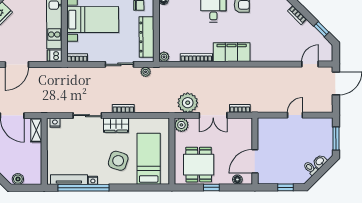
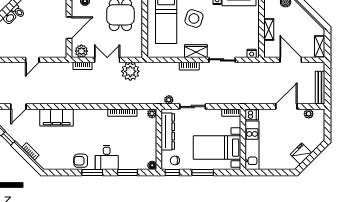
filing cabinet: (232, 52) -> (57, 118), moved
plant: (181, 125) -> (81, 51), moved
shelving: (36, 130) -> (269, 29), moved
door: (255, 161) -> (69, 28), moved

